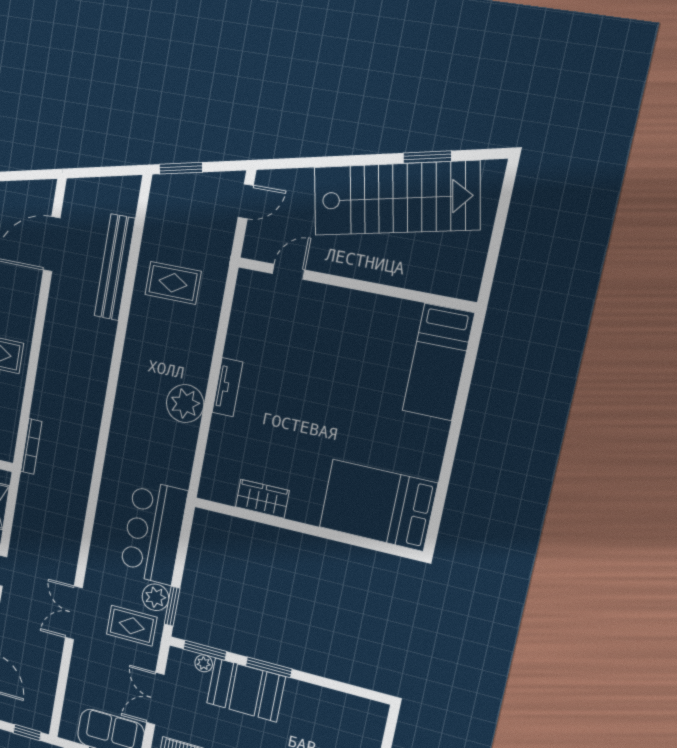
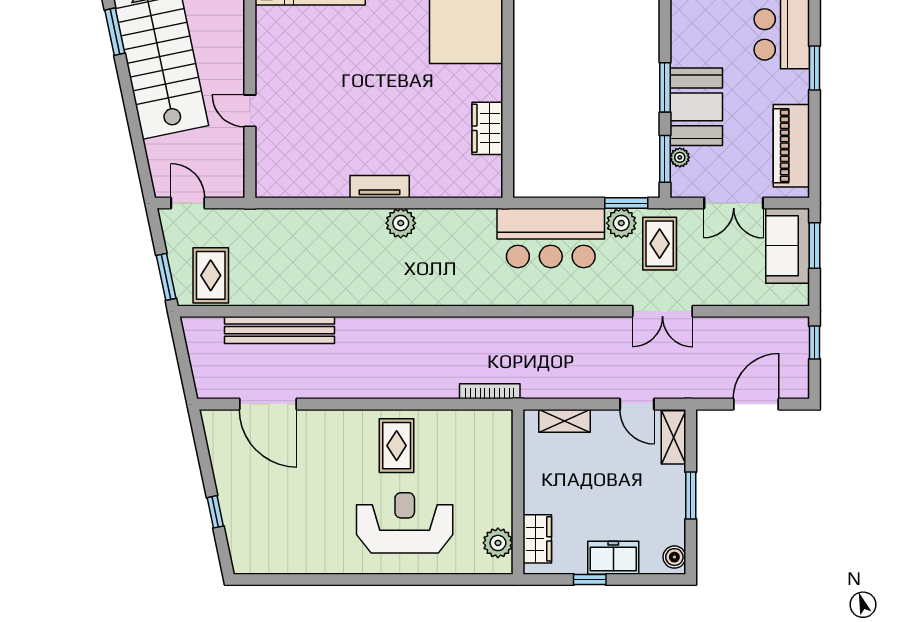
door: (288, 272) -> (250, 111), moved
rug: (173, 283) -> (211, 275), moved
plant: (185, 404) -> (401, 223), width x0.73, depth x0.73

